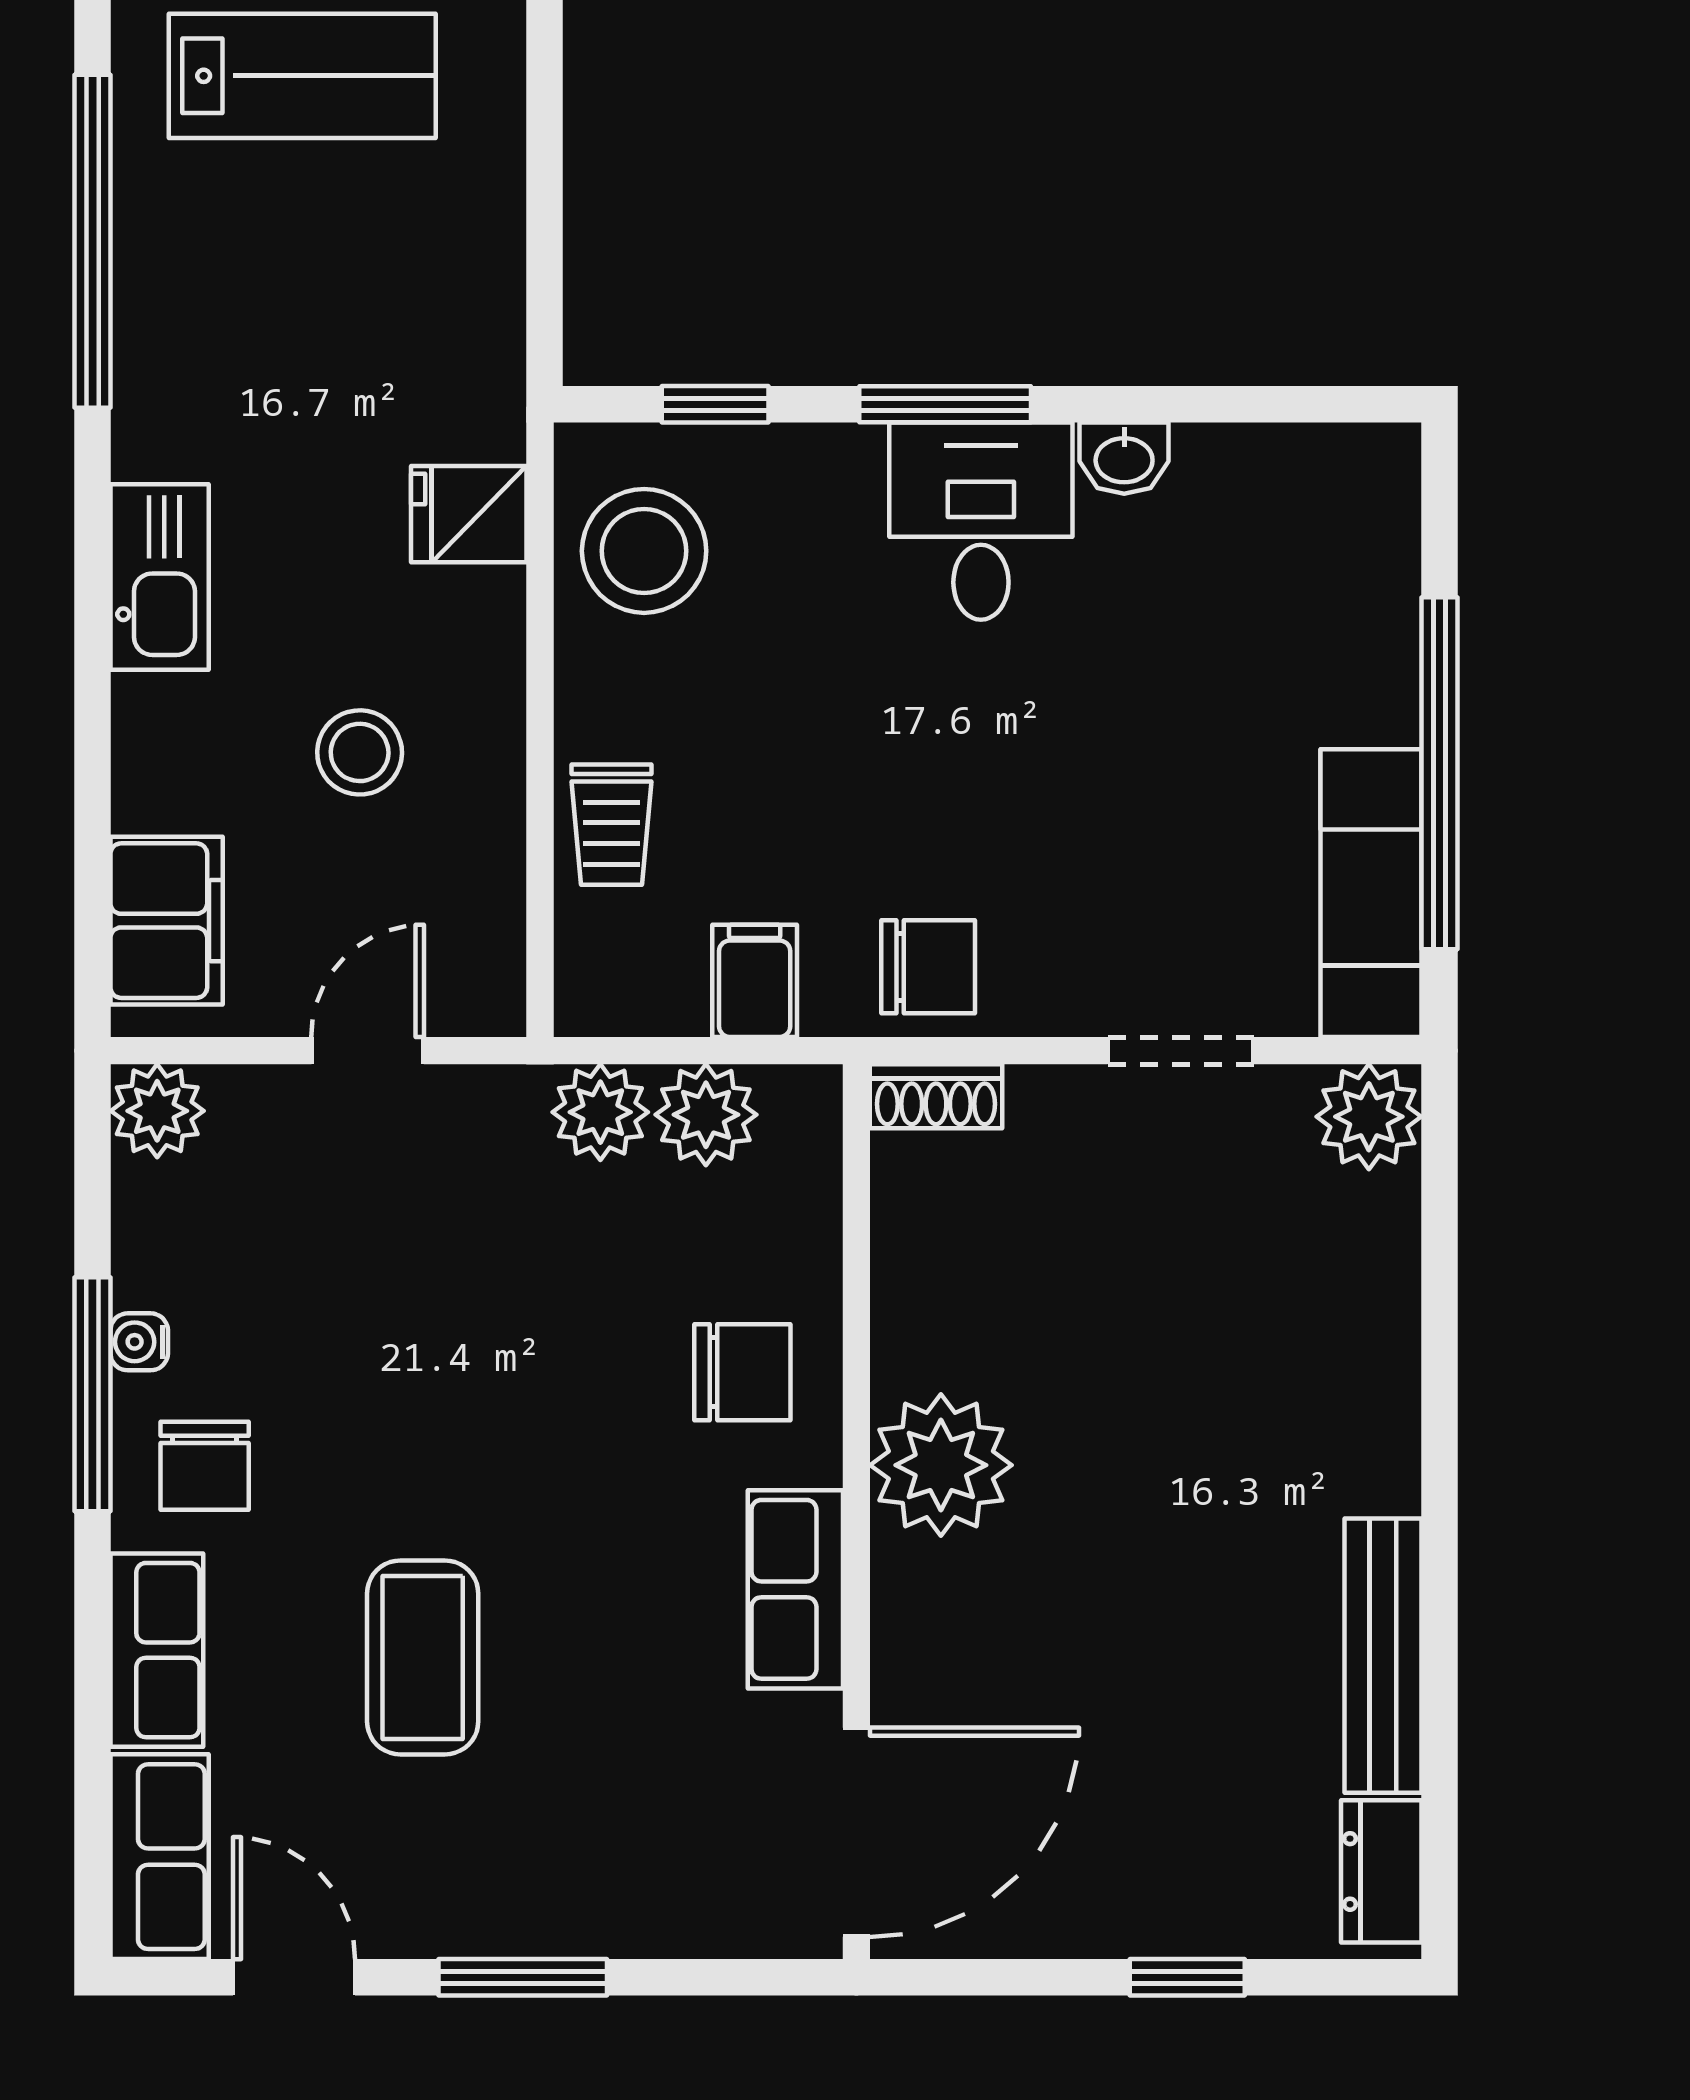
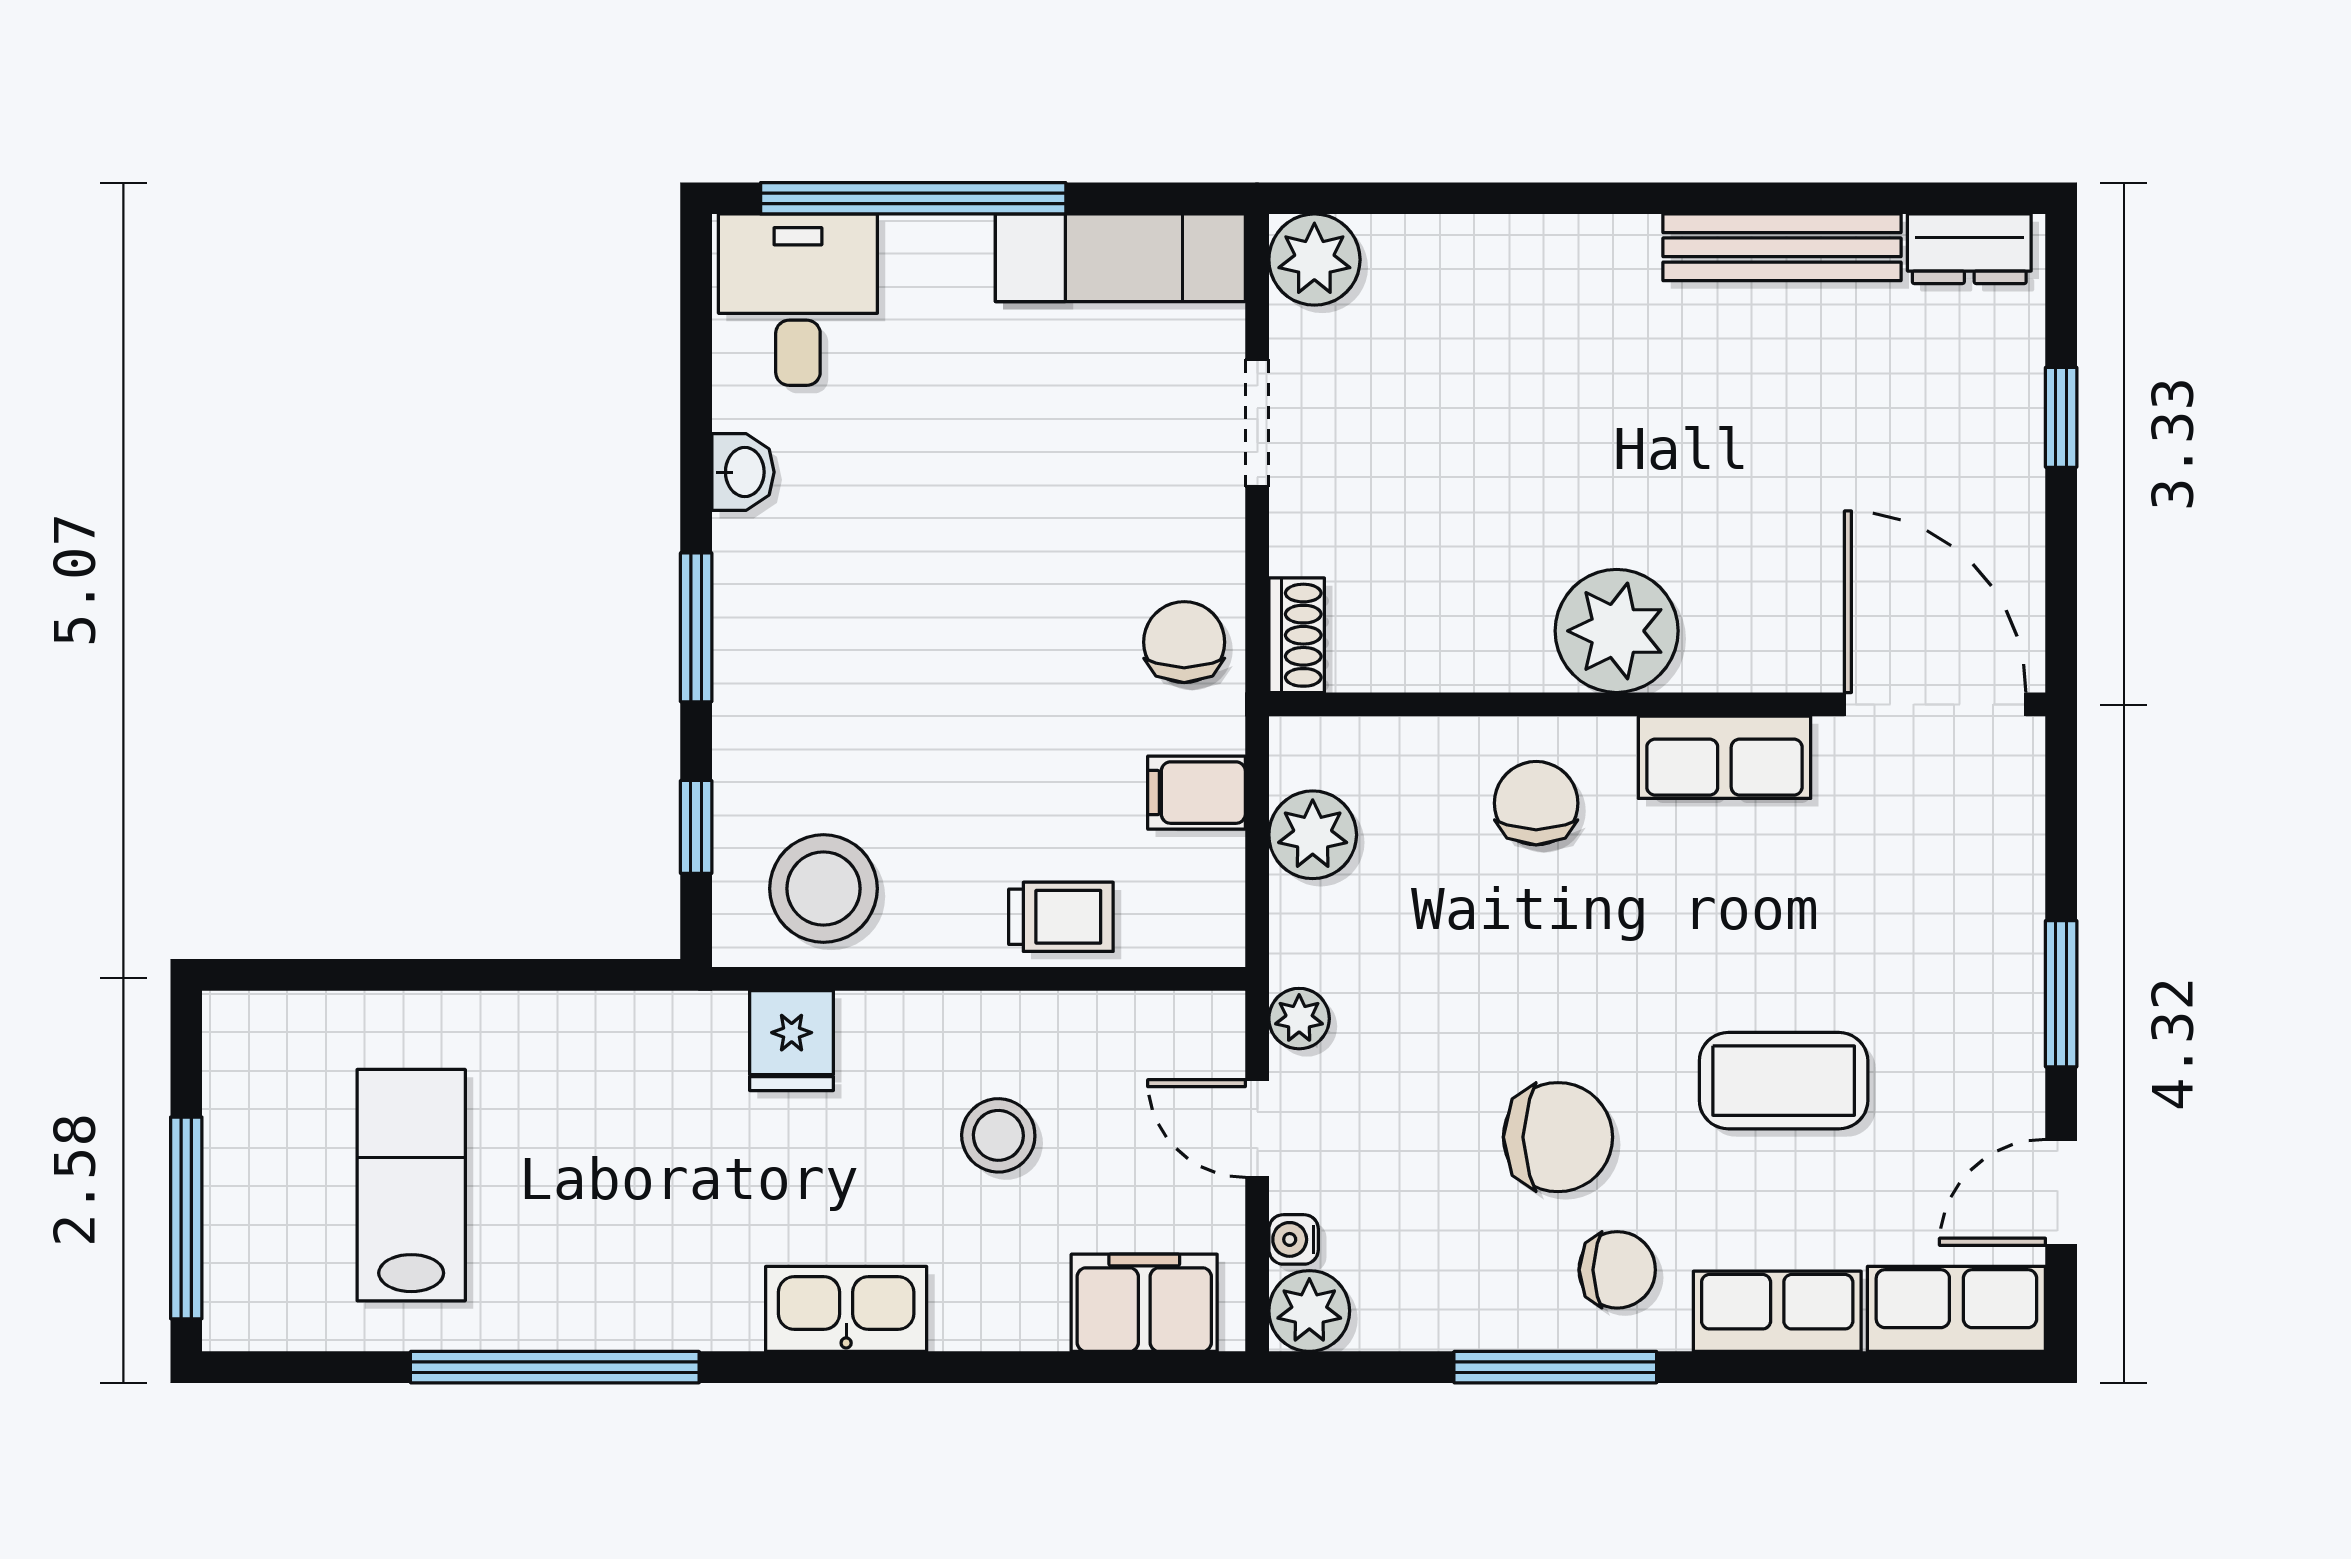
desk: (981, 521) -> (798, 300), moved, turned 90
window: (1440, 773) -> (913, 198), moved
plant: (600, 1112) -> (1299, 1019), moved, width x0.73, depth x0.73
water cooler: (139, 1342) -> (1294, 1239), moved, turned 90
chair: (358, 1397) -> (1558, 1137), added

